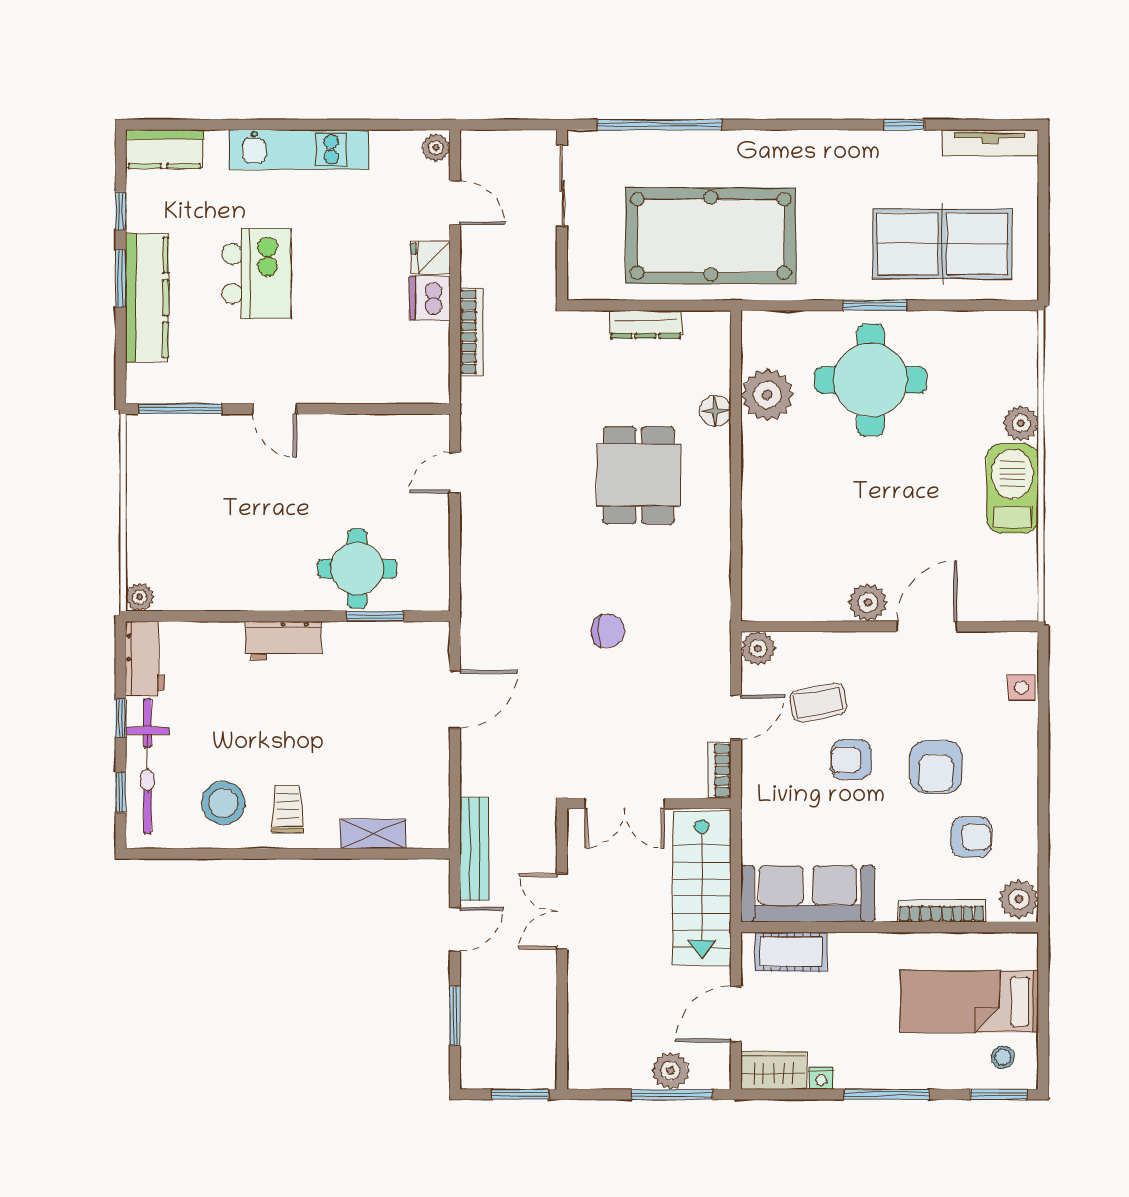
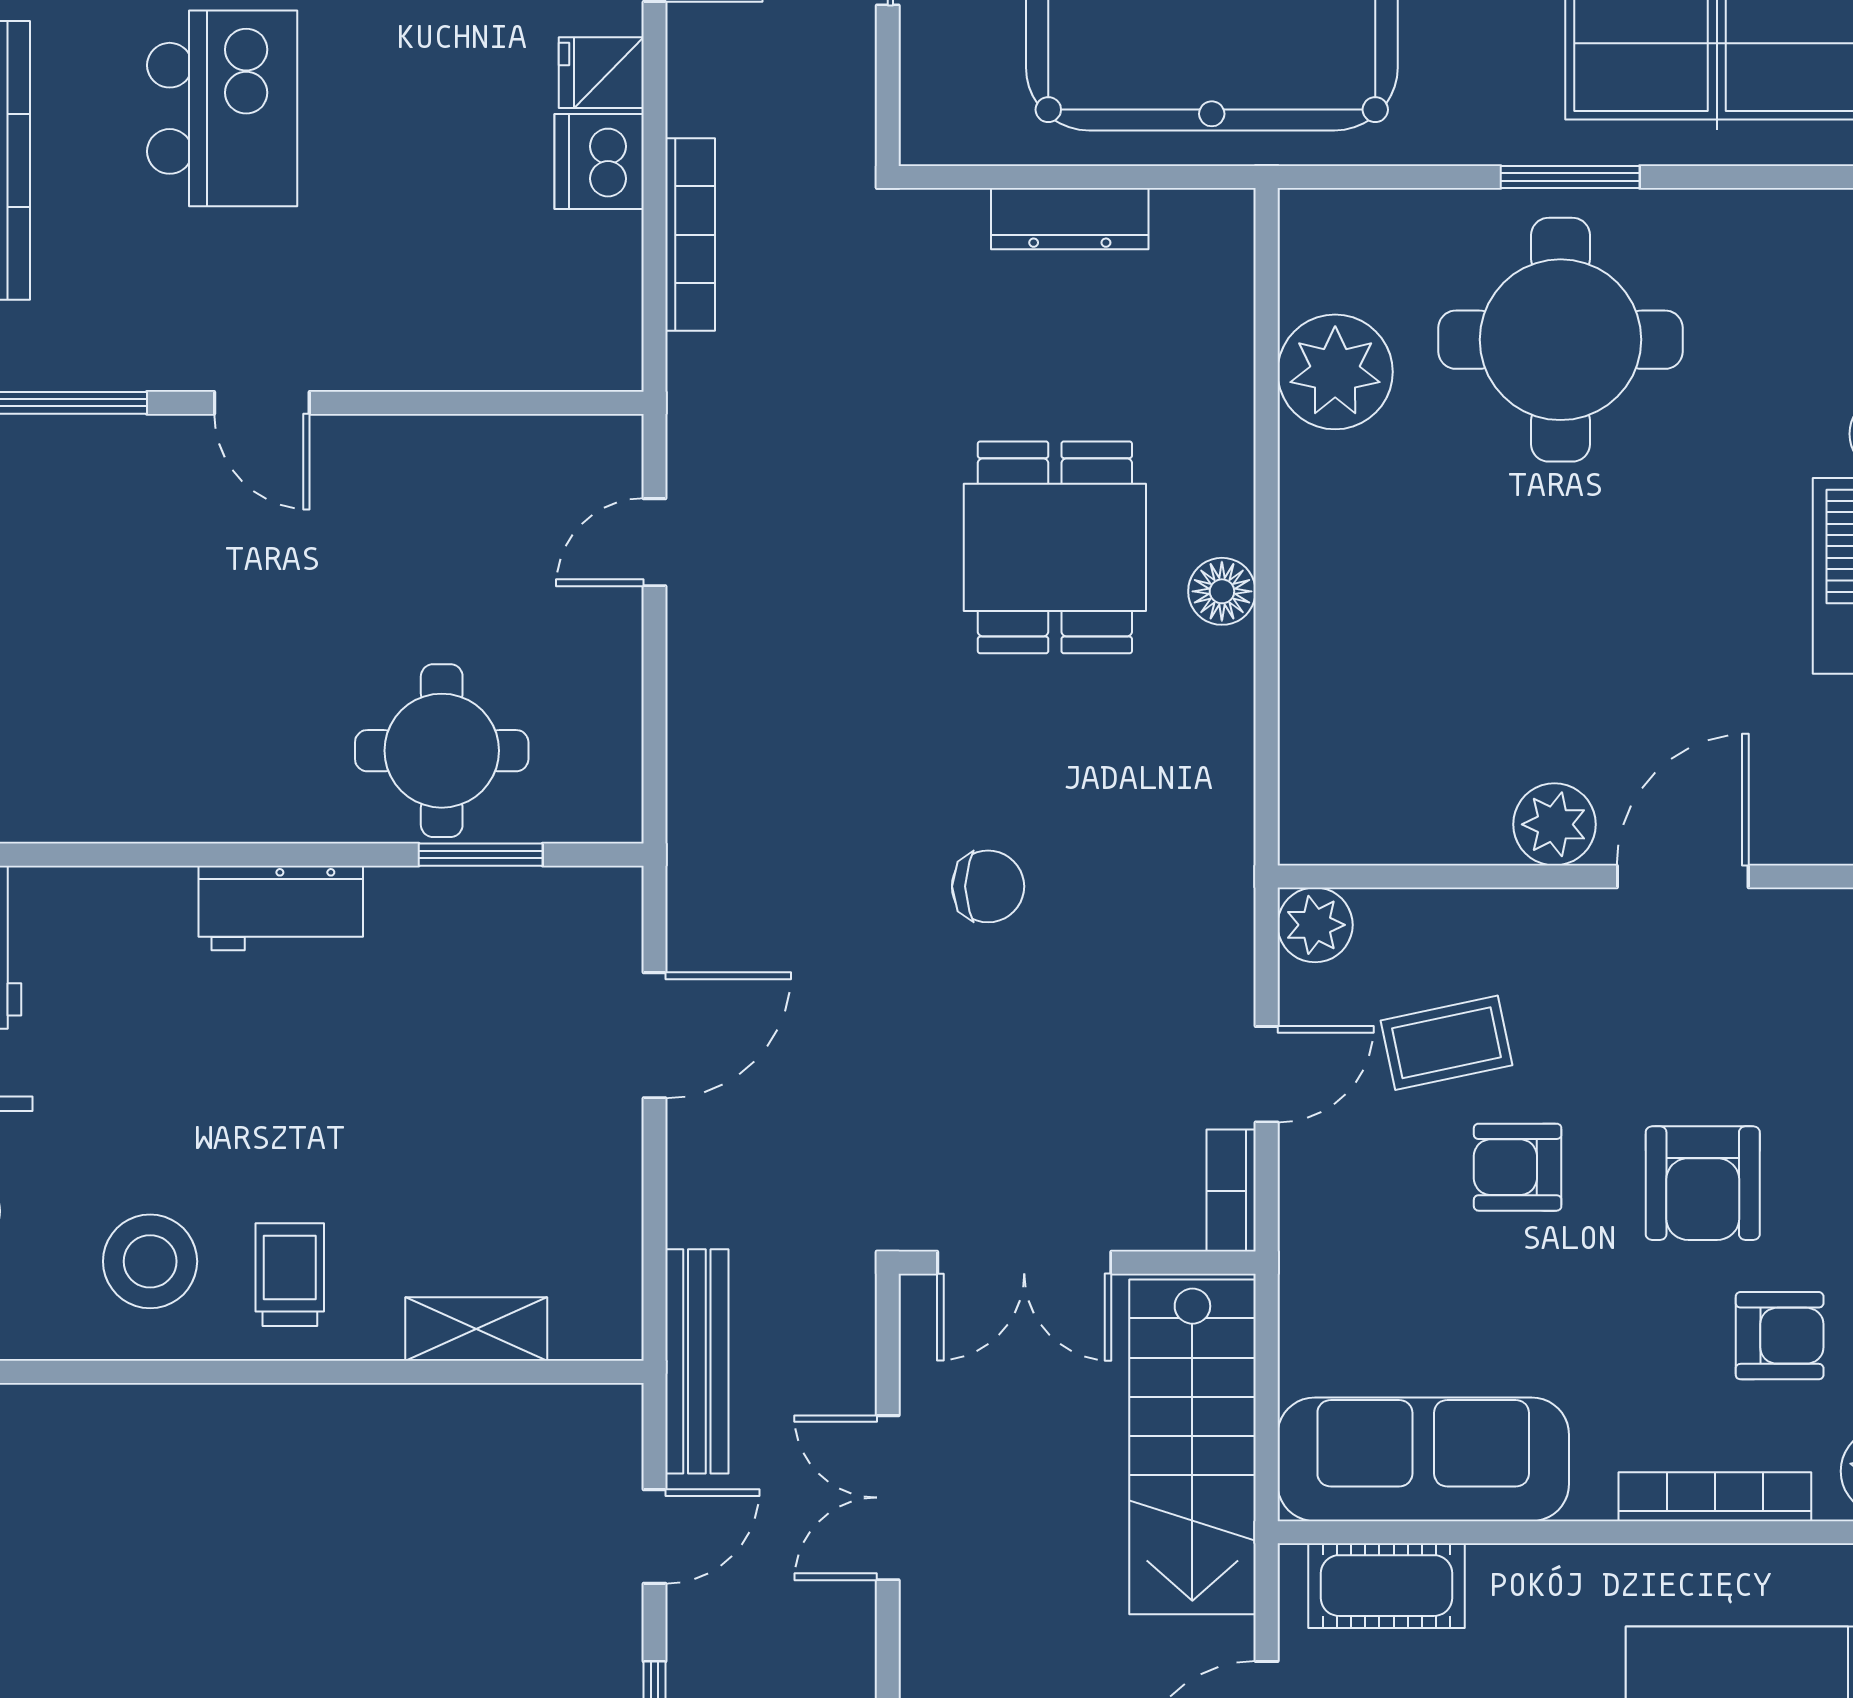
floor lamp: (715, 411) -> (1222, 591), moved

